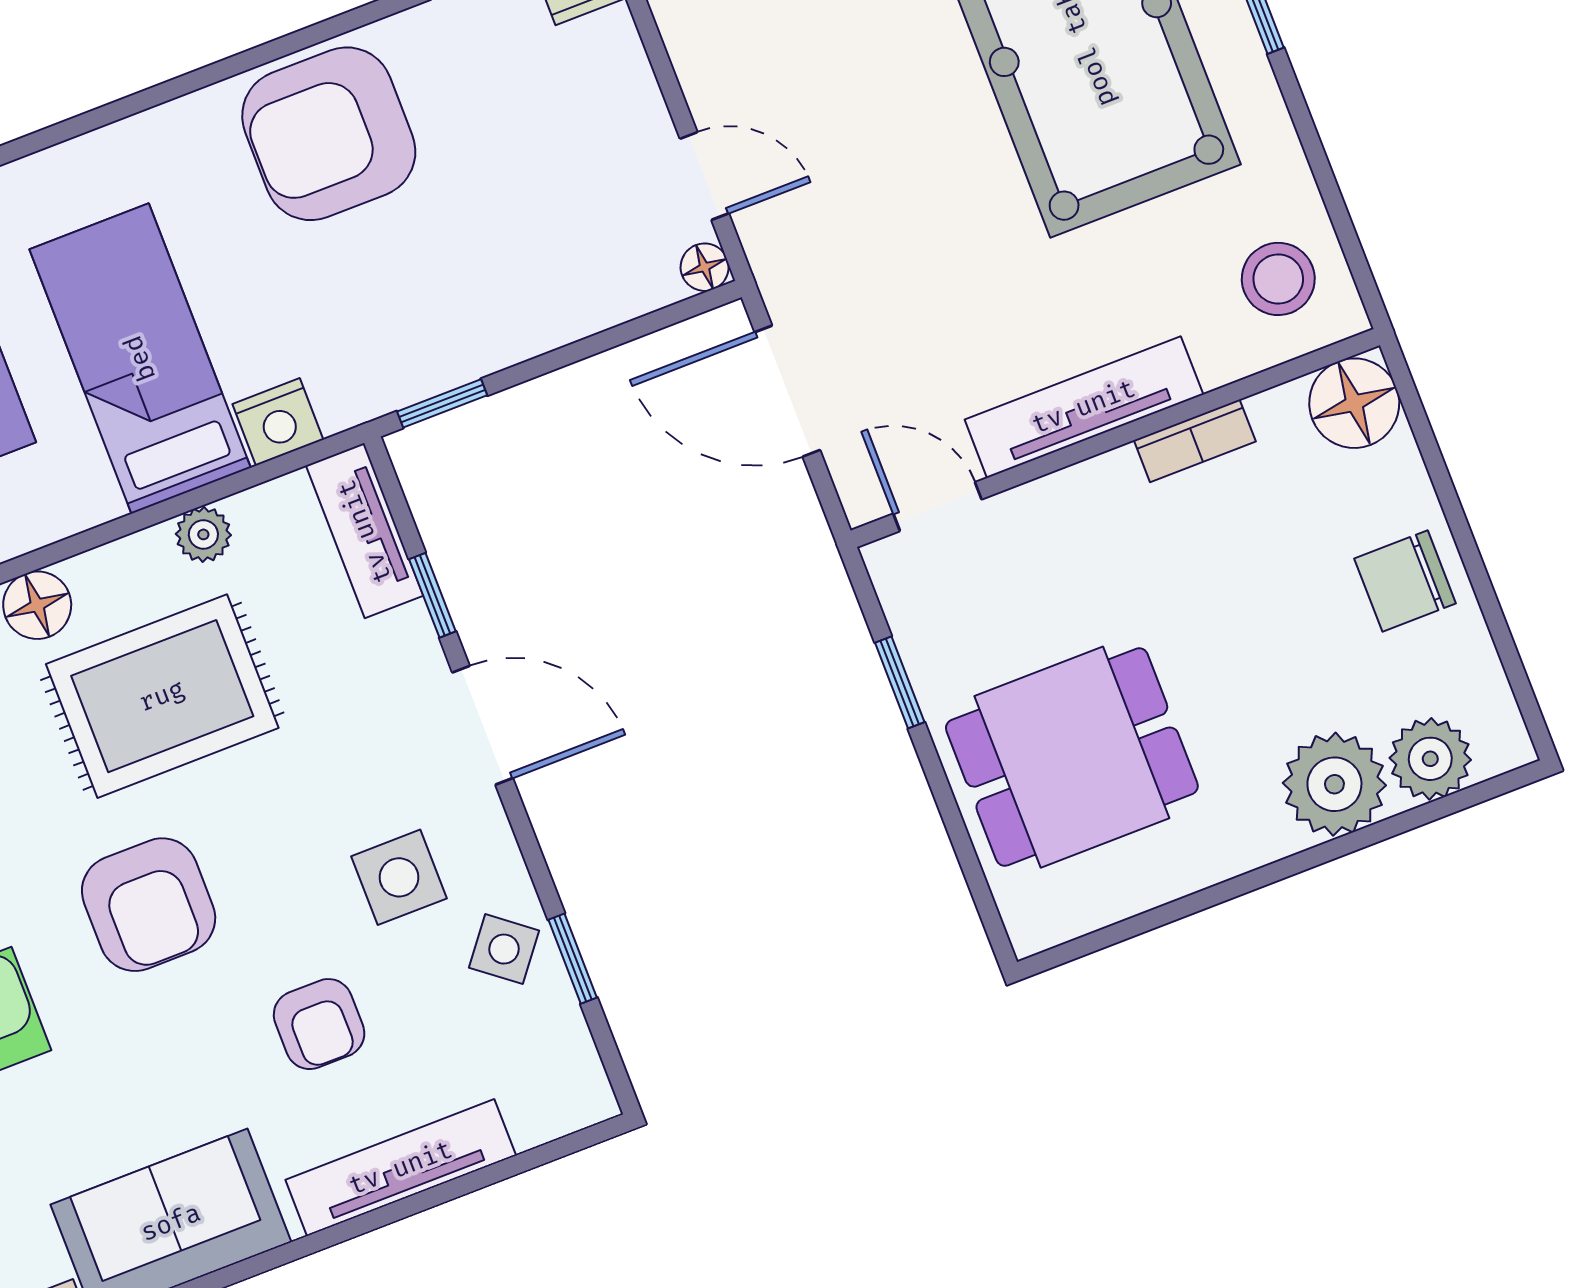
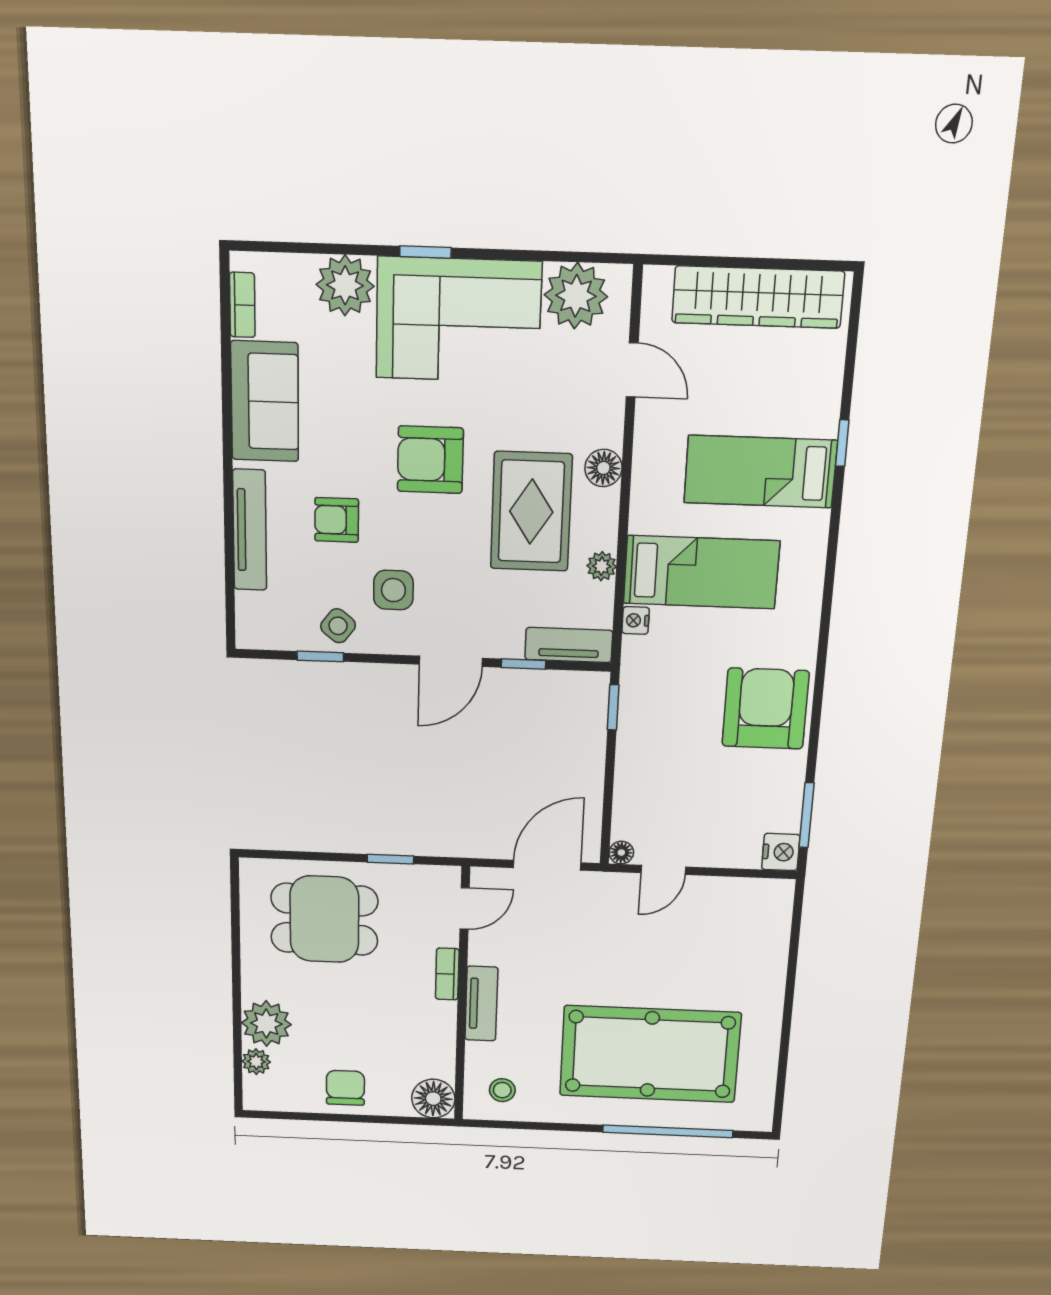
stool: (1278, 279) -> (502, 1090), width x0.73, depth x0.73
tv unit: (1084, 407) -> (481, 1004), width x0.71
nightstand: (278, 422) -> (636, 620), width x0.72, depth x0.74
bookcase: (1195, 441) -> (447, 974), moved
dining table: (1072, 757) -> (324, 919), turned 90
plant: (1430, 759) -> (256, 1062), width x0.73, depth x0.73

